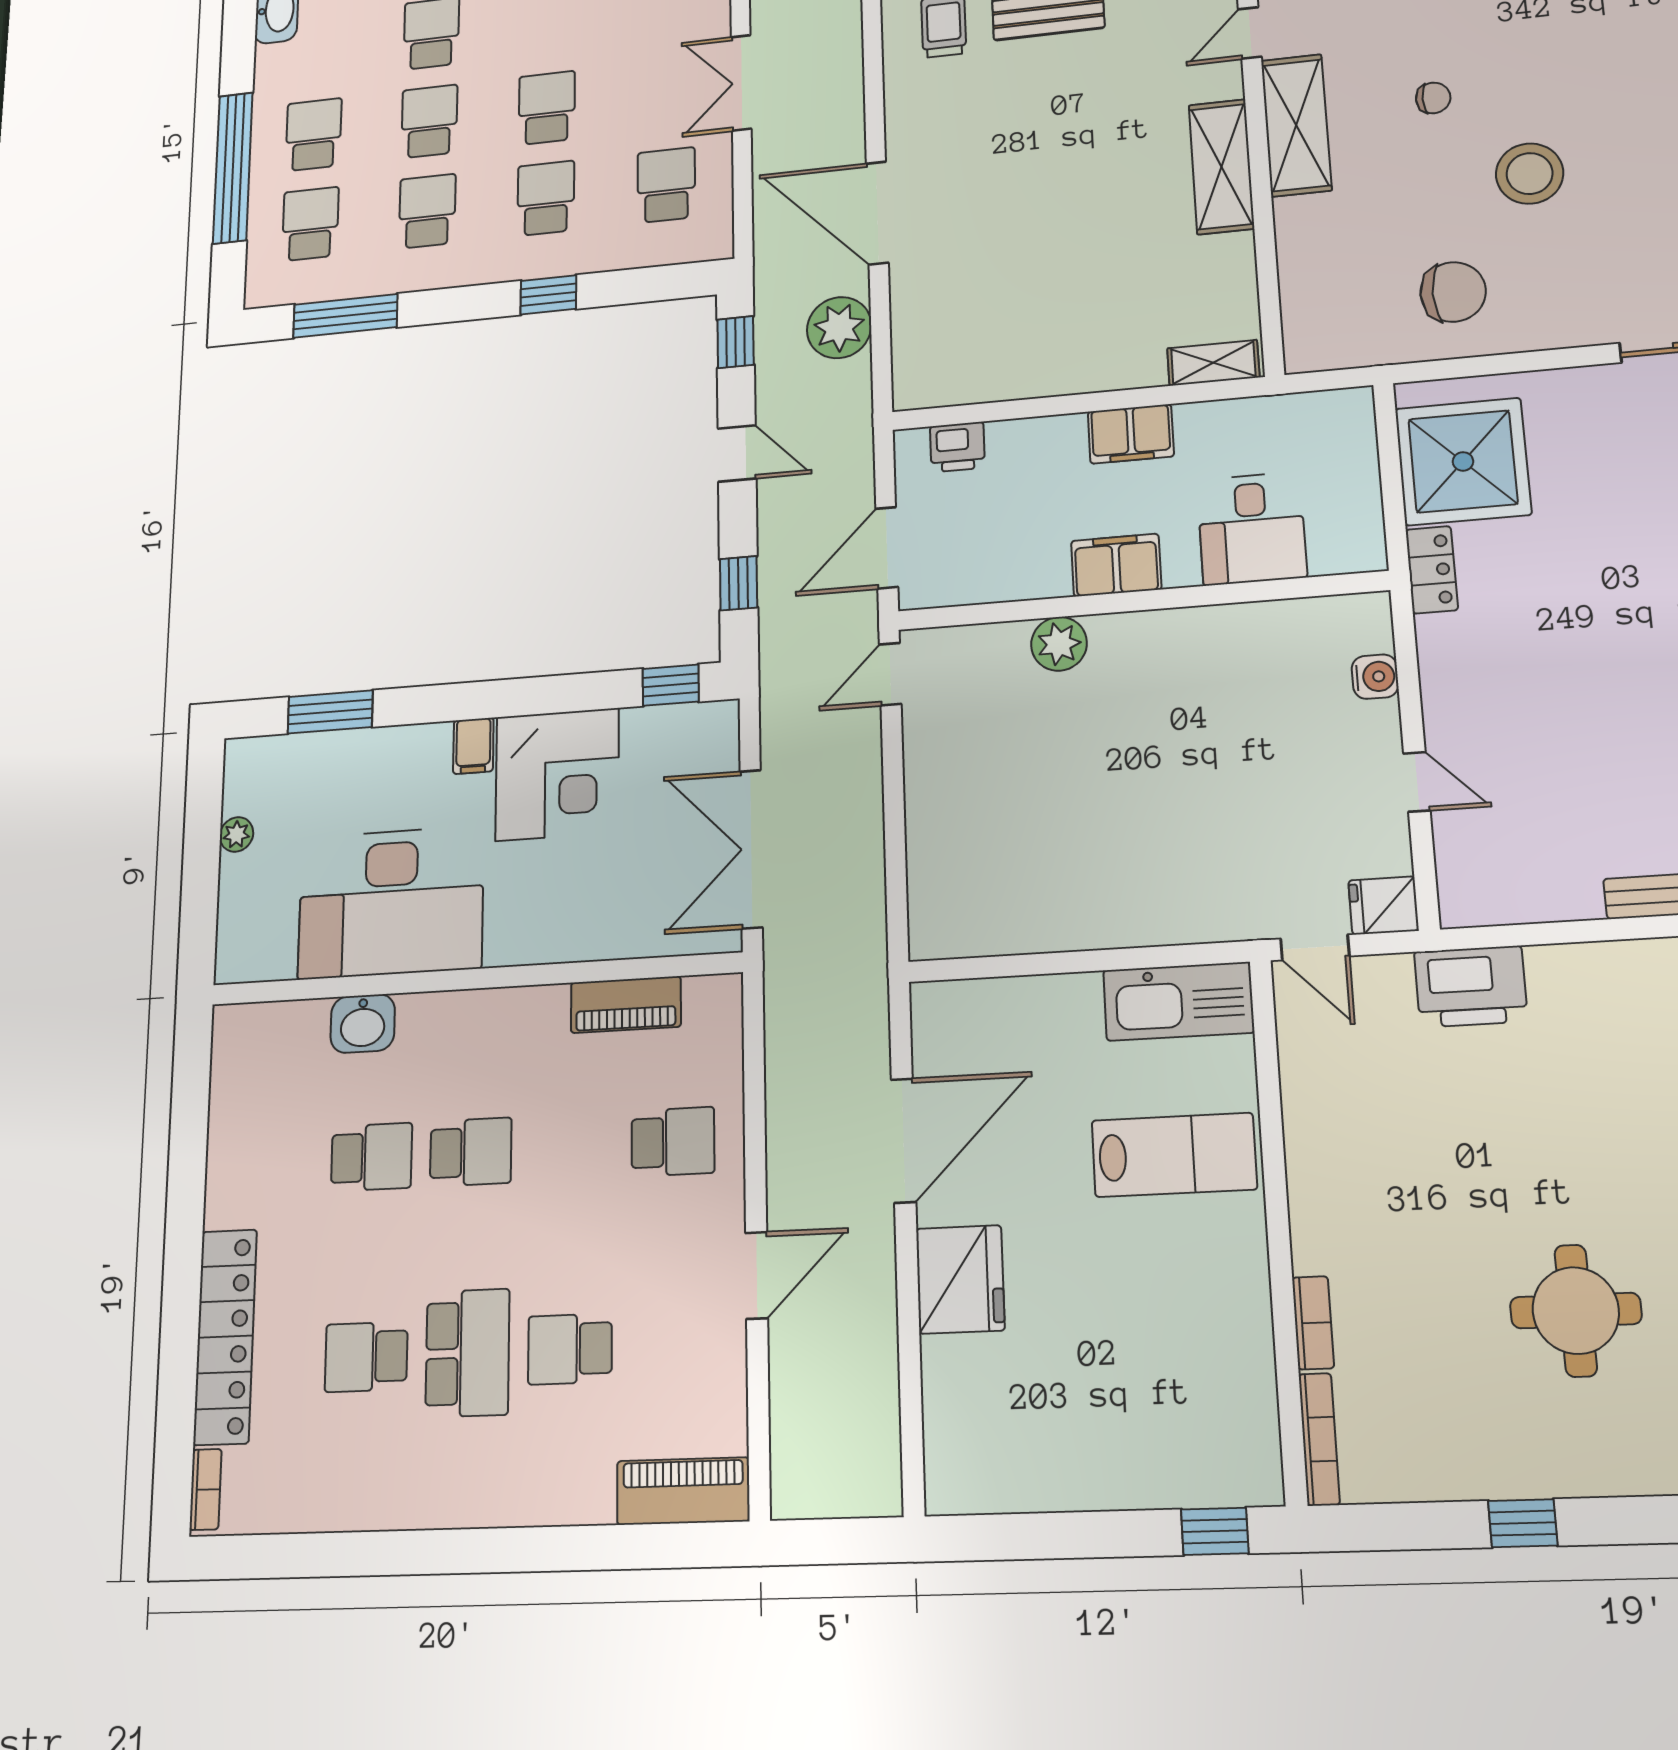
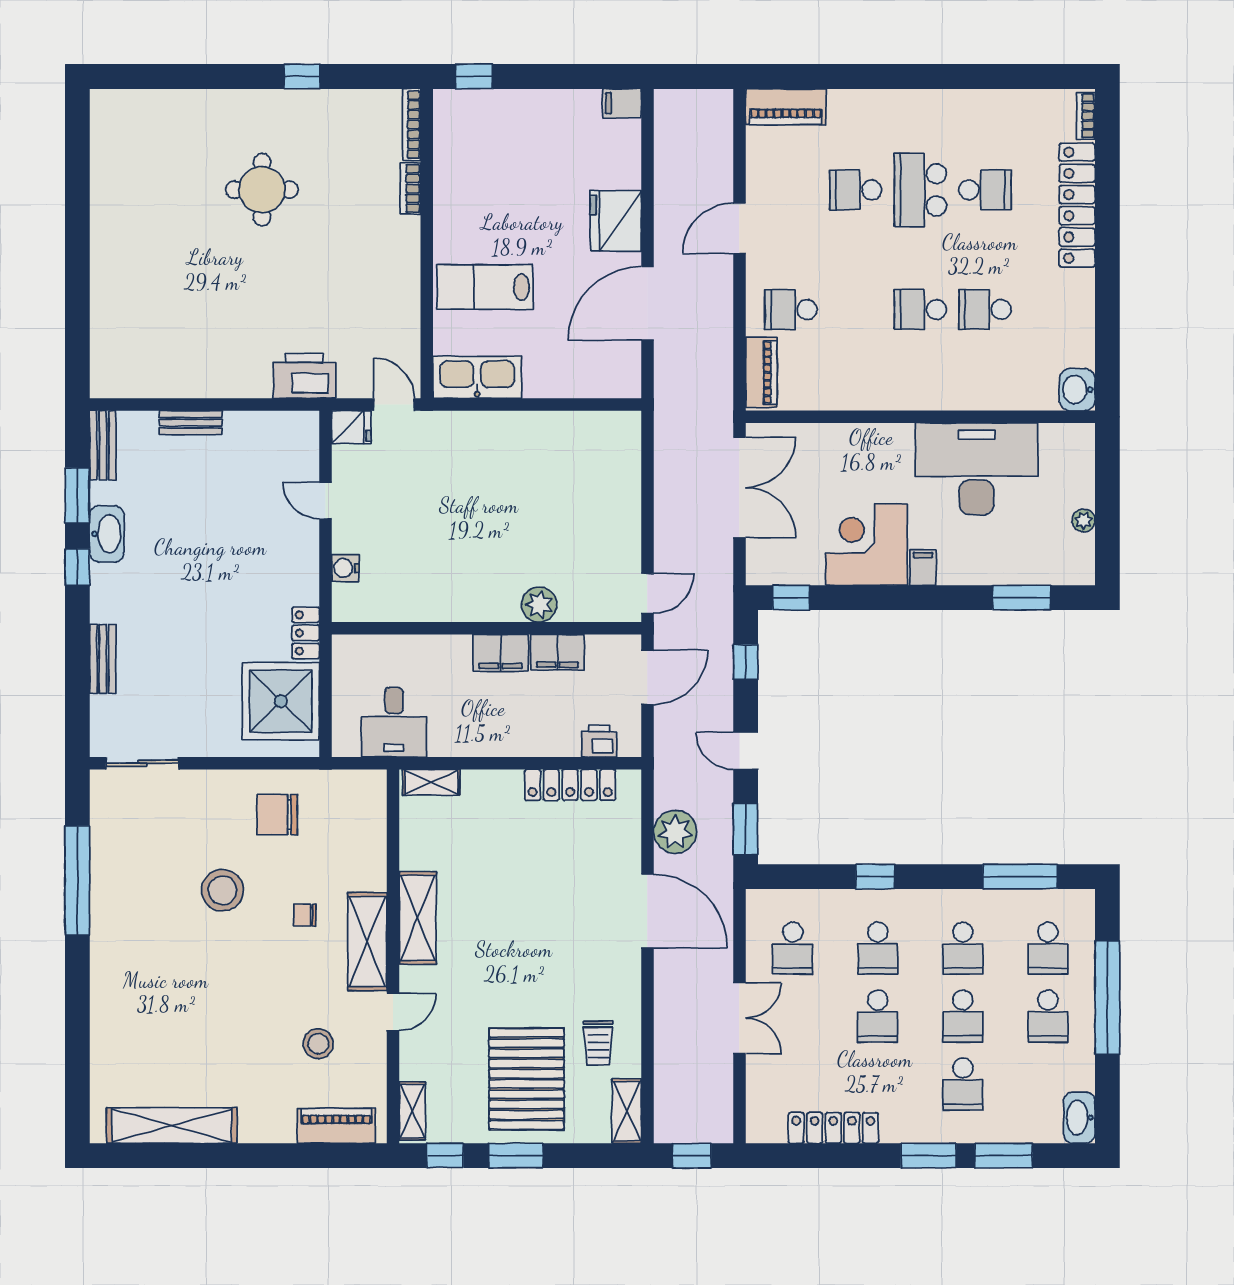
chair: (1433, 98) -> (305, 915), moved
window: (736, 342) -> (746, 829), width x1.50
locker: (999, 379) -> (570, 785), added
filing cabinet: (1131, 434) -> (557, 652), moved, turned 180
desk: (1252, 529) -> (394, 722), moved, turned 180
piano: (626, 1005) -> (761, 372), moved, turned 90
washbasin: (363, 1024) -> (1077, 390), moved, turned -90
school desk: (570, 1349) -> (856, 190), turned 180
filing cabinet: (957, 1489) -> (622, 103), added

